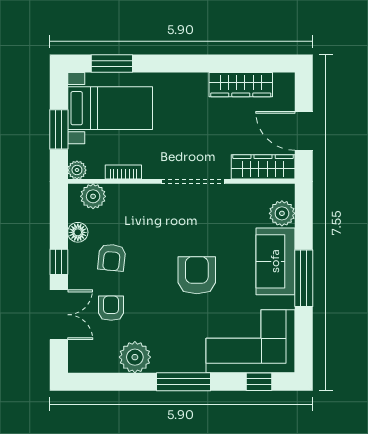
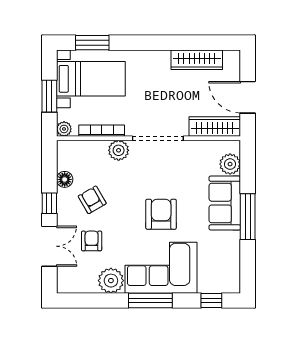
bookcase: (123, 172) -> (102, 131), width x1.56
plant: (93, 196) -> (119, 150), moved
armchair: (112, 258) -> (92, 200), turned 144
corner sofa: (250, 341) -> (161, 268), moved

